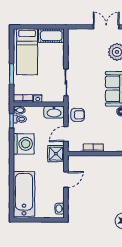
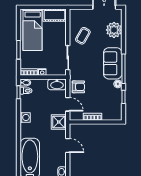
coffee table: (83, 58) -> (83, 36), added
door: (66, 134) -> (68, 104), swing flipped
washing machine: (24, 144) -> (25, 117), width x0.53, depth x0.53
door: (66, 180) -> (68, 145), hinge flipped

